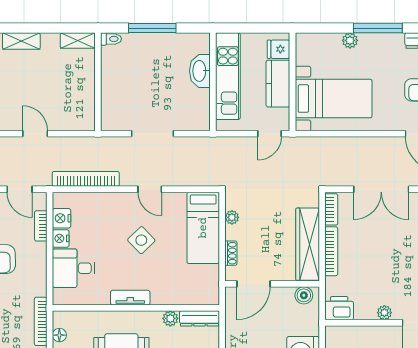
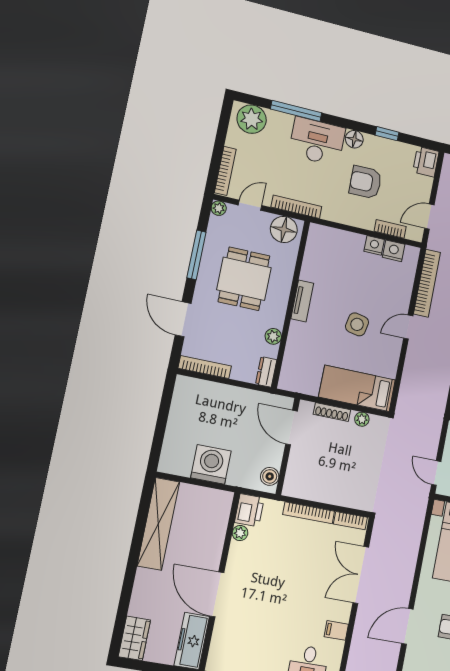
door: (150, 189) -> (408, 327), moved
side table: (141, 240) -> (357, 324), turned -35
wardrobe: (308, 244) -> (320, 490), removed
shoe rack: (231, 253) -> (332, 412), width x1.43
desk: (73, 268) -> (343, 251), removed
plant: (384, 313) -> (240, 533), moved
dresser: (199, 318) -> (266, 372), width x0.70
floor lamp: (59, 335) -> (284, 229), width x1.89, depth x1.89

